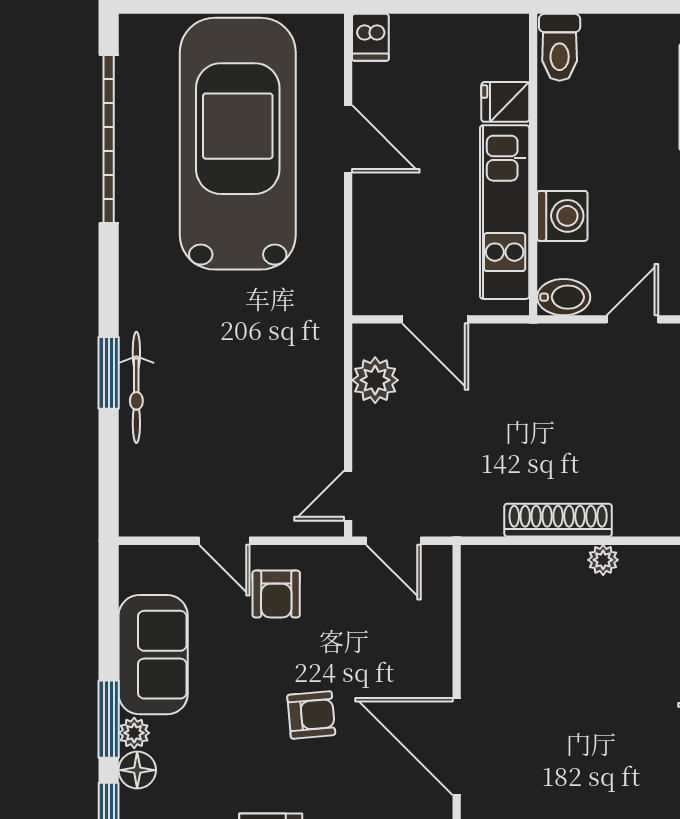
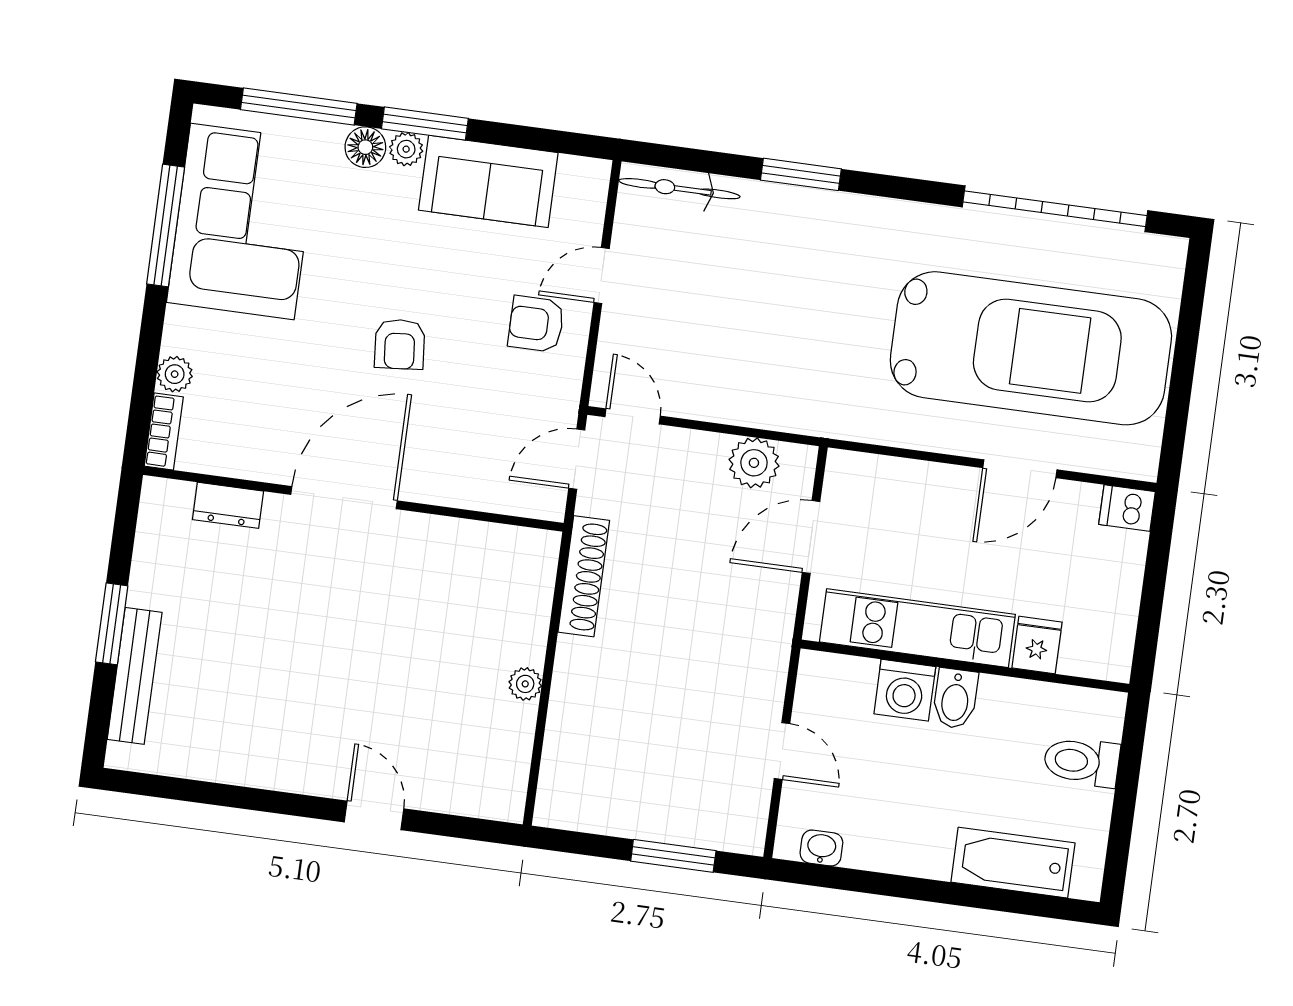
toilet: (560, 47) -> (1082, 762), moved
bidet: (564, 297) -> (955, 699), moved
bicycle: (136, 387) -> (679, 189), moved
shoe rack: (558, 520) -> (584, 576), moved

